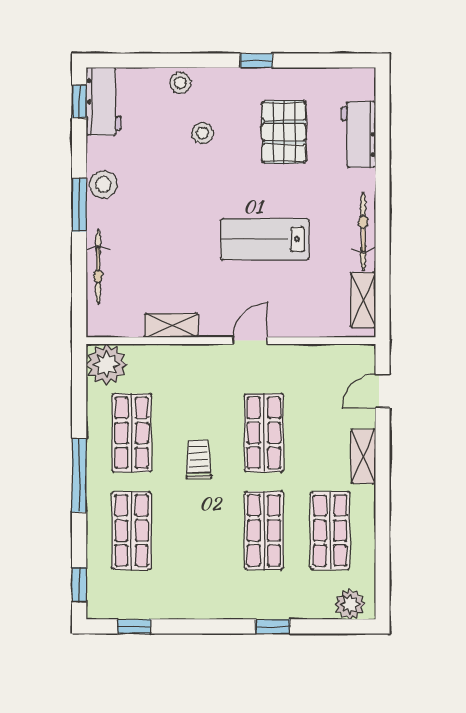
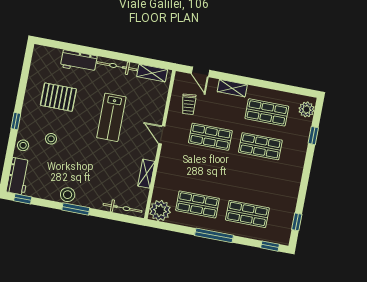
window: (256, 60) -> (16, 121), moved
workbench: (104, 101) -> (18, 176), moved, turned 90
workbench: (359, 135) -> (79, 61), moved
bicycle: (98, 267) -> (123, 208), moved
trolley: (198, 459) -> (189, 104), moved, turned -94
window: (273, 626) -> (313, 136), moved

